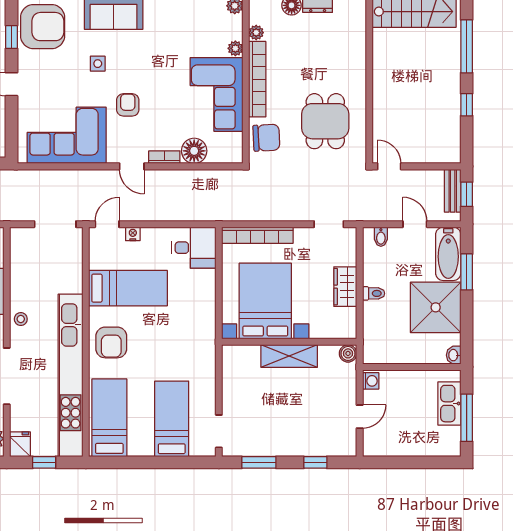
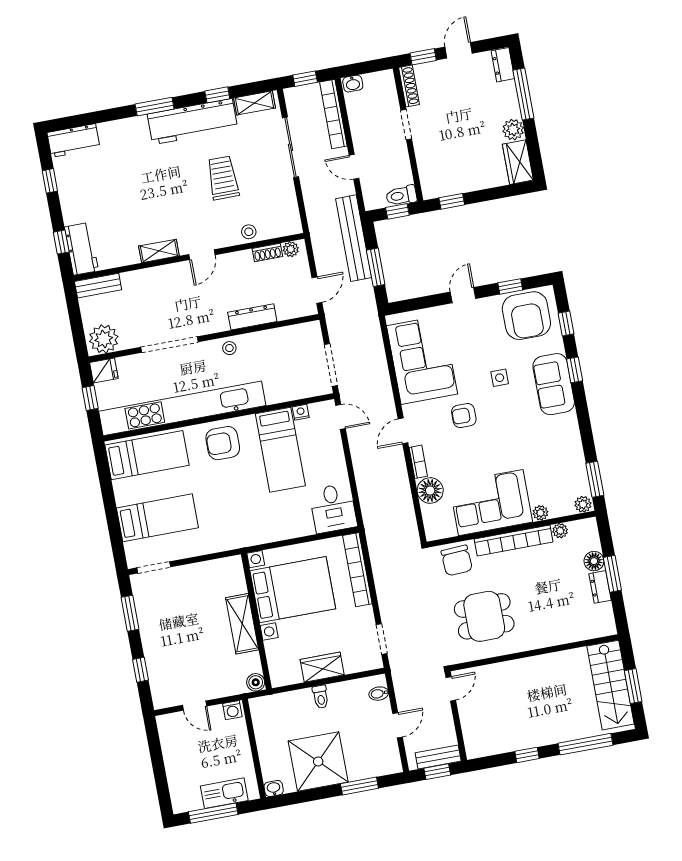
armchair: (128, 105) -> (464, 416), turned 180
nightstand: (133, 234) -> (301, 412), moved, turned -90
bathtub: (448, 254) -> (374, 764), removed

